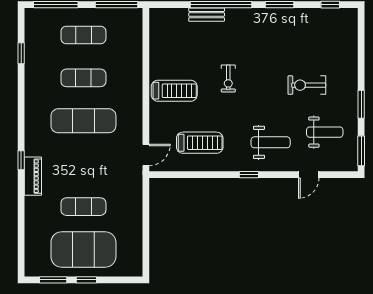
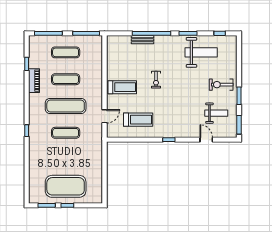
exercise bike: (307, 85) -> (221, 85), moved
weight bench: (271, 142) -> (201, 52), moved, width x1.36, depth x1.33
door: (146, 155) -> (105, 116), moved
door: (309, 175) -> (206, 140), swing flipped
piano: (33, 176) -> (34, 81), moved
exercise mat: (83, 207) -> (66, 133), moved

